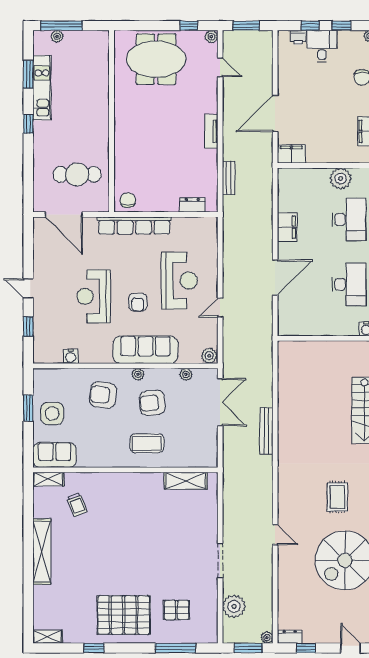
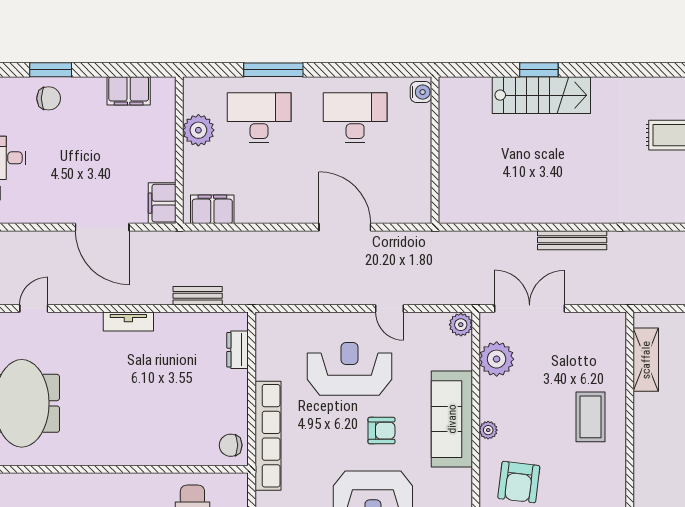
filing cabinet: (287, 227) -> (212, 209), moved
plant: (186, 374) -> (497, 359), width x1.88, depth x1.88
armchair: (152, 403) -> (530, 409), removed

